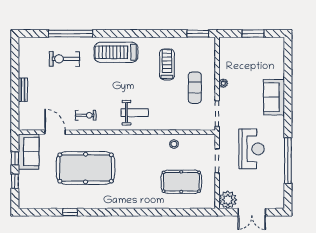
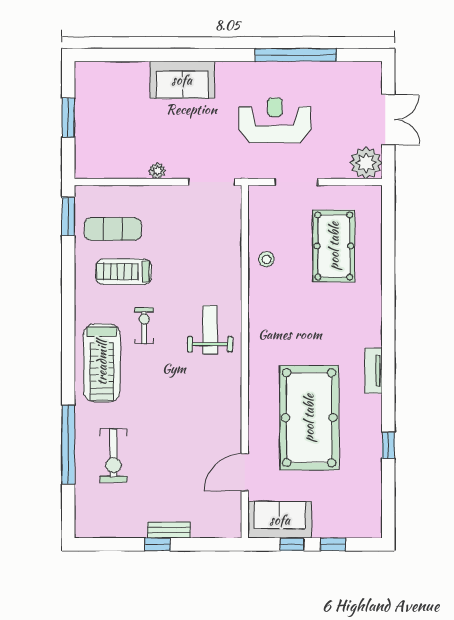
window: (15, 83) -> (158, 544), added
exercise mat: (195, 88) -> (113, 229), moved
exercise bike: (86, 115) -> (144, 326), moved
tv unit: (112, 204) -> (373, 371), added

